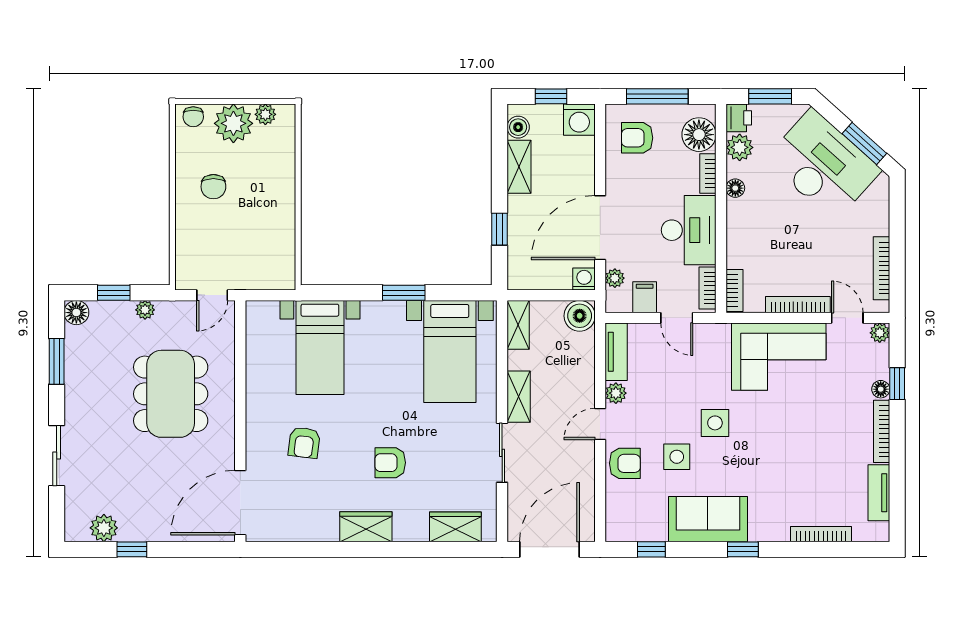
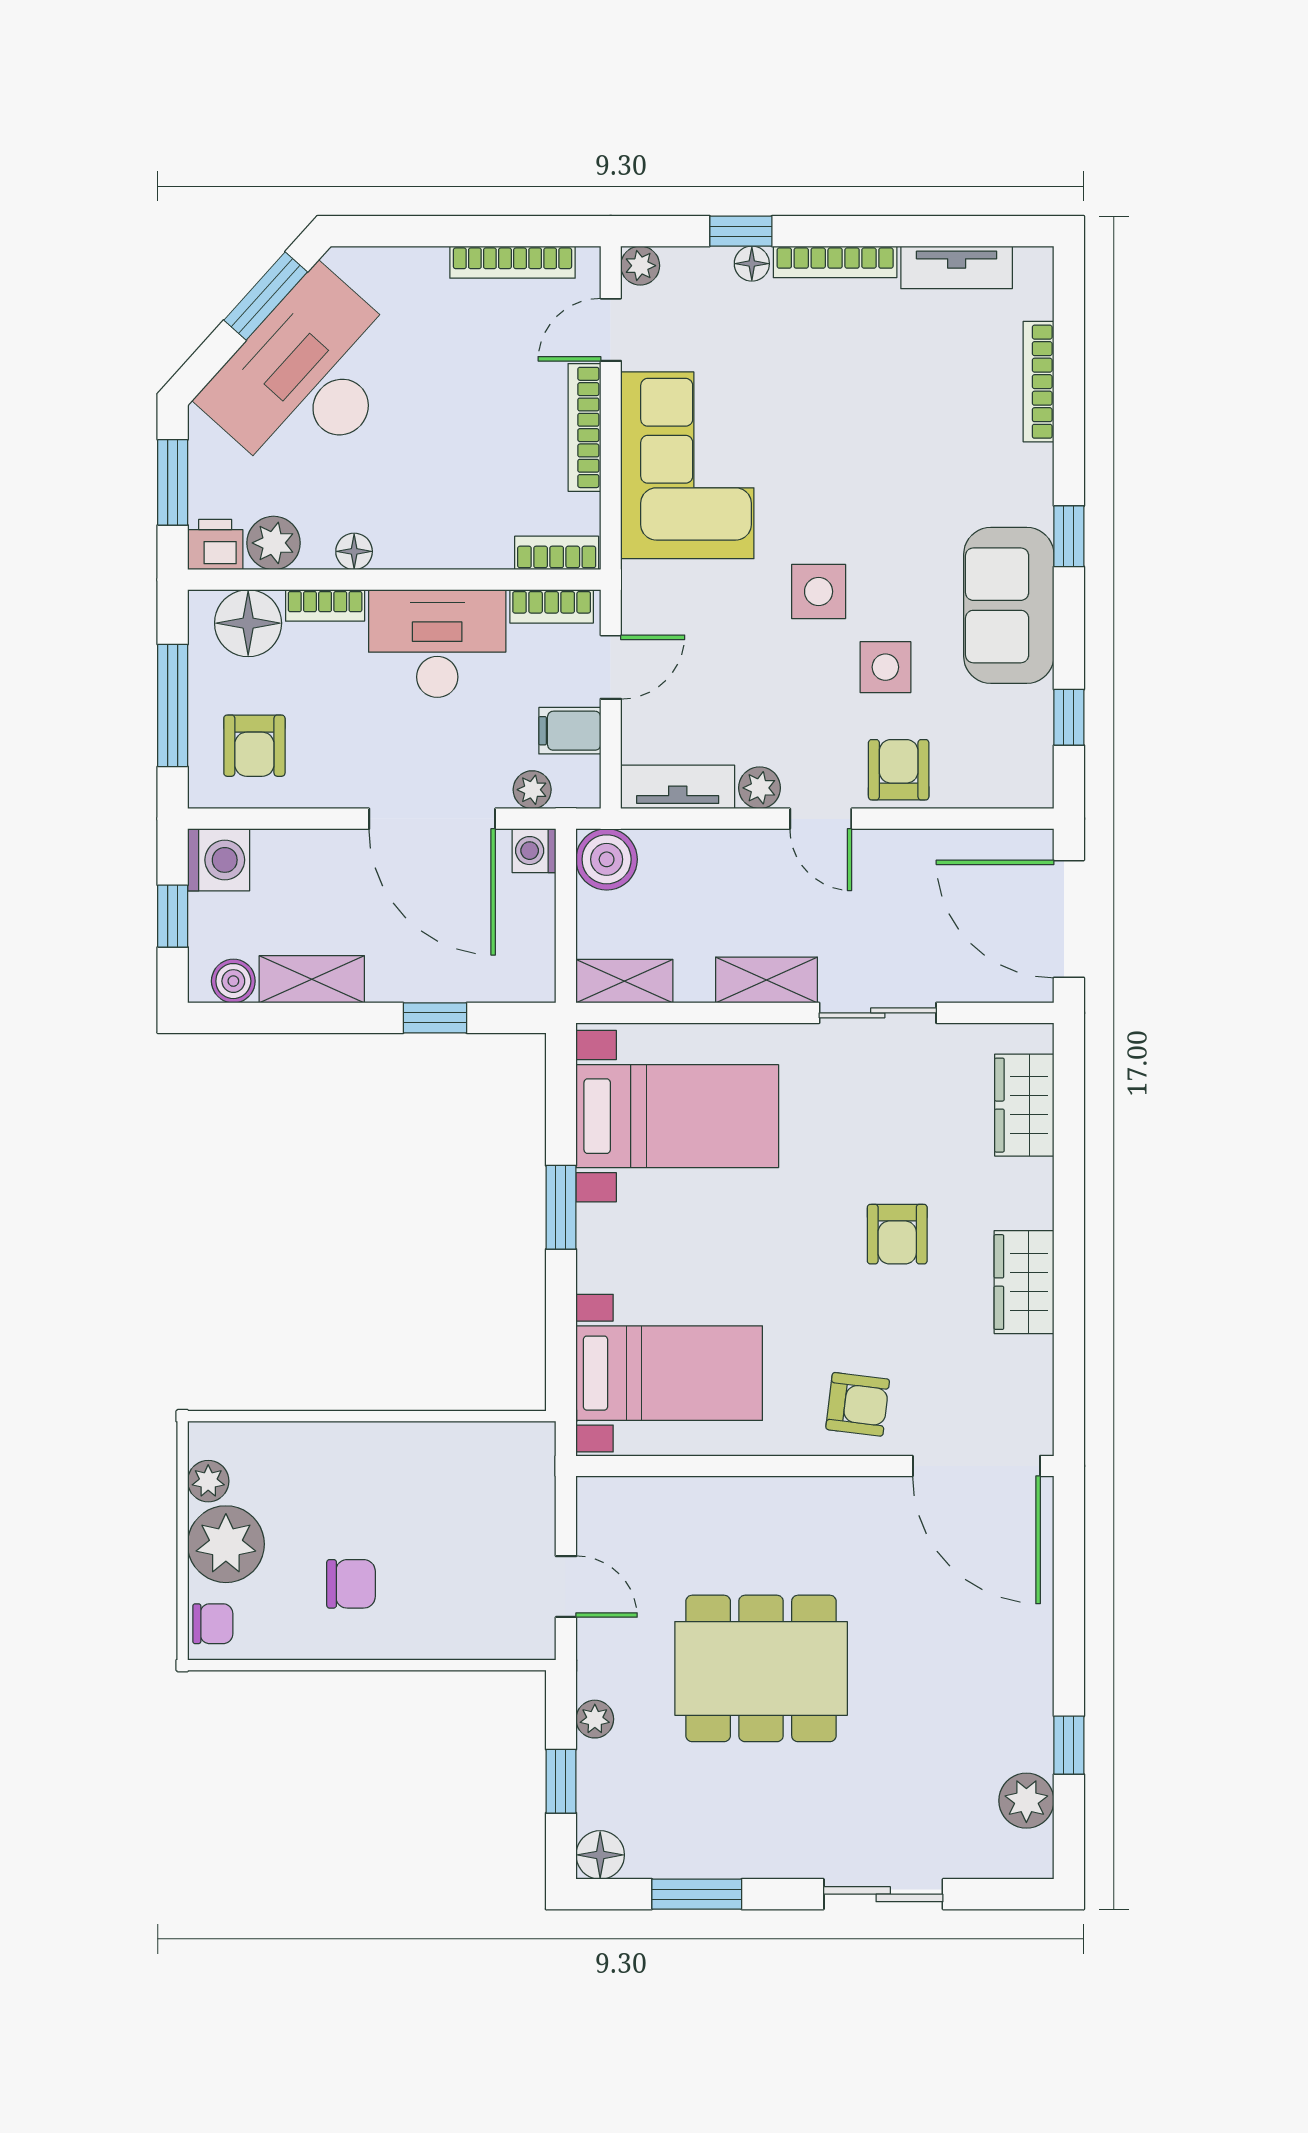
wall: (240, 421) -> (815, 1466), moved
door: (240, 503) -> (976, 1466), moved

